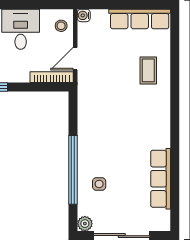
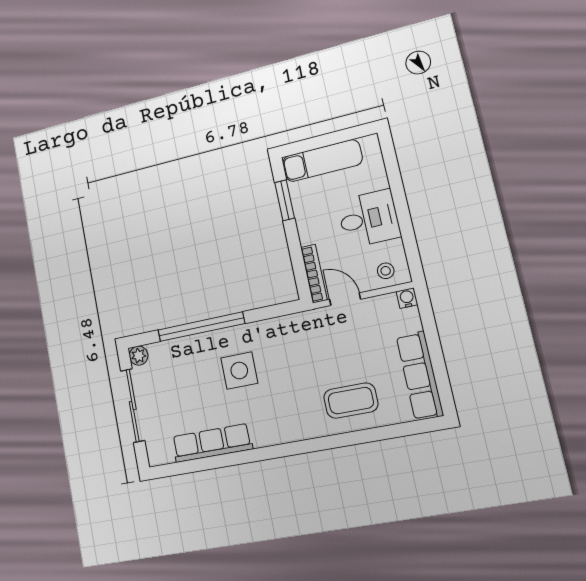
coffee table: (148, 70) -> (351, 401), width x1.36, depth x1.30
side table: (99, 184) -> (239, 371), moved, width x1.87, depth x1.87

